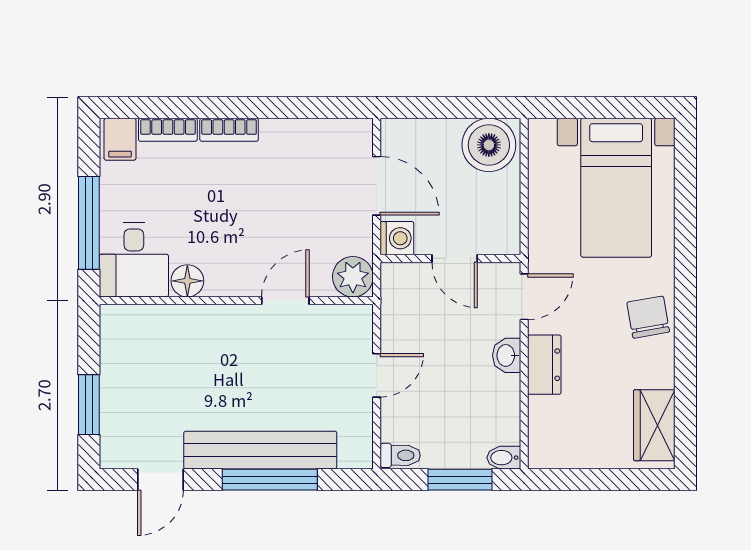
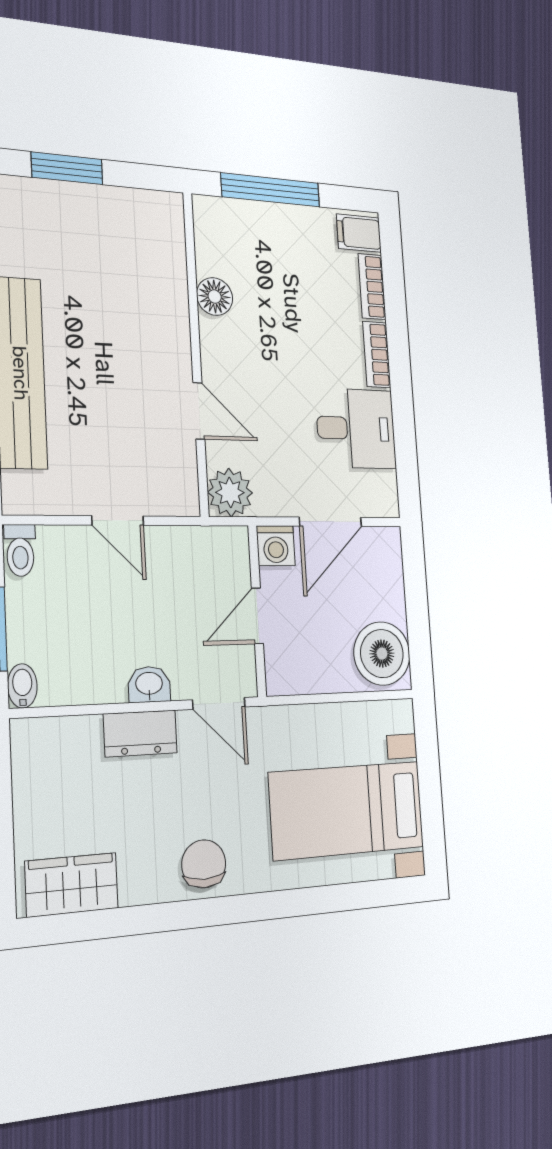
desk: (134, 260) -> (356, 428), moved, turned 180
chair: (648, 317) -> (204, 864), turned -80

